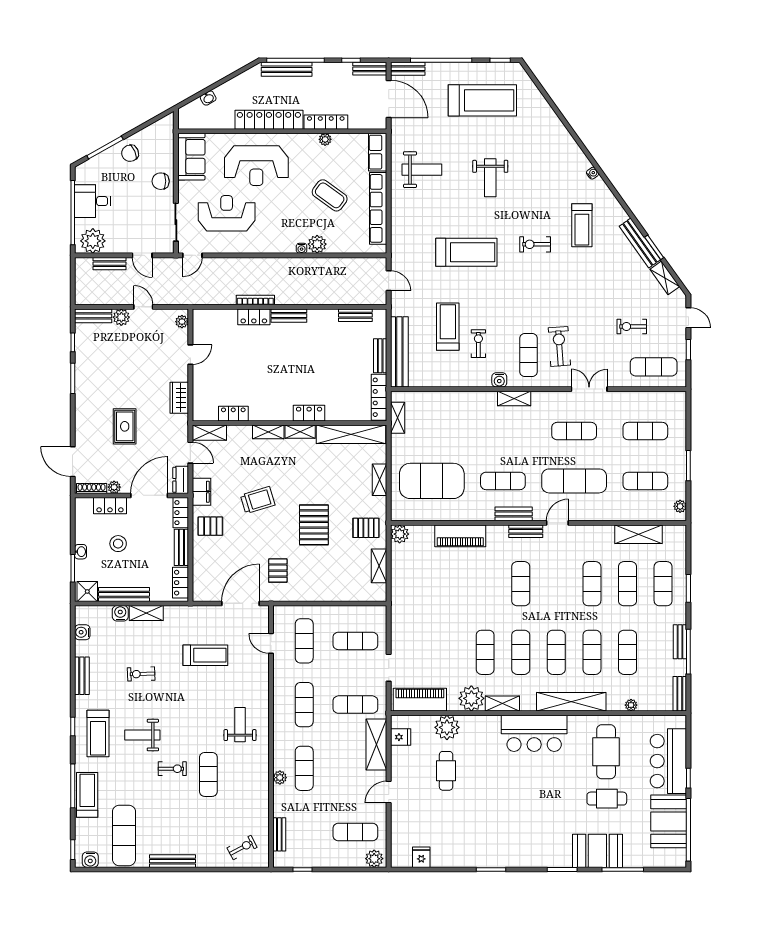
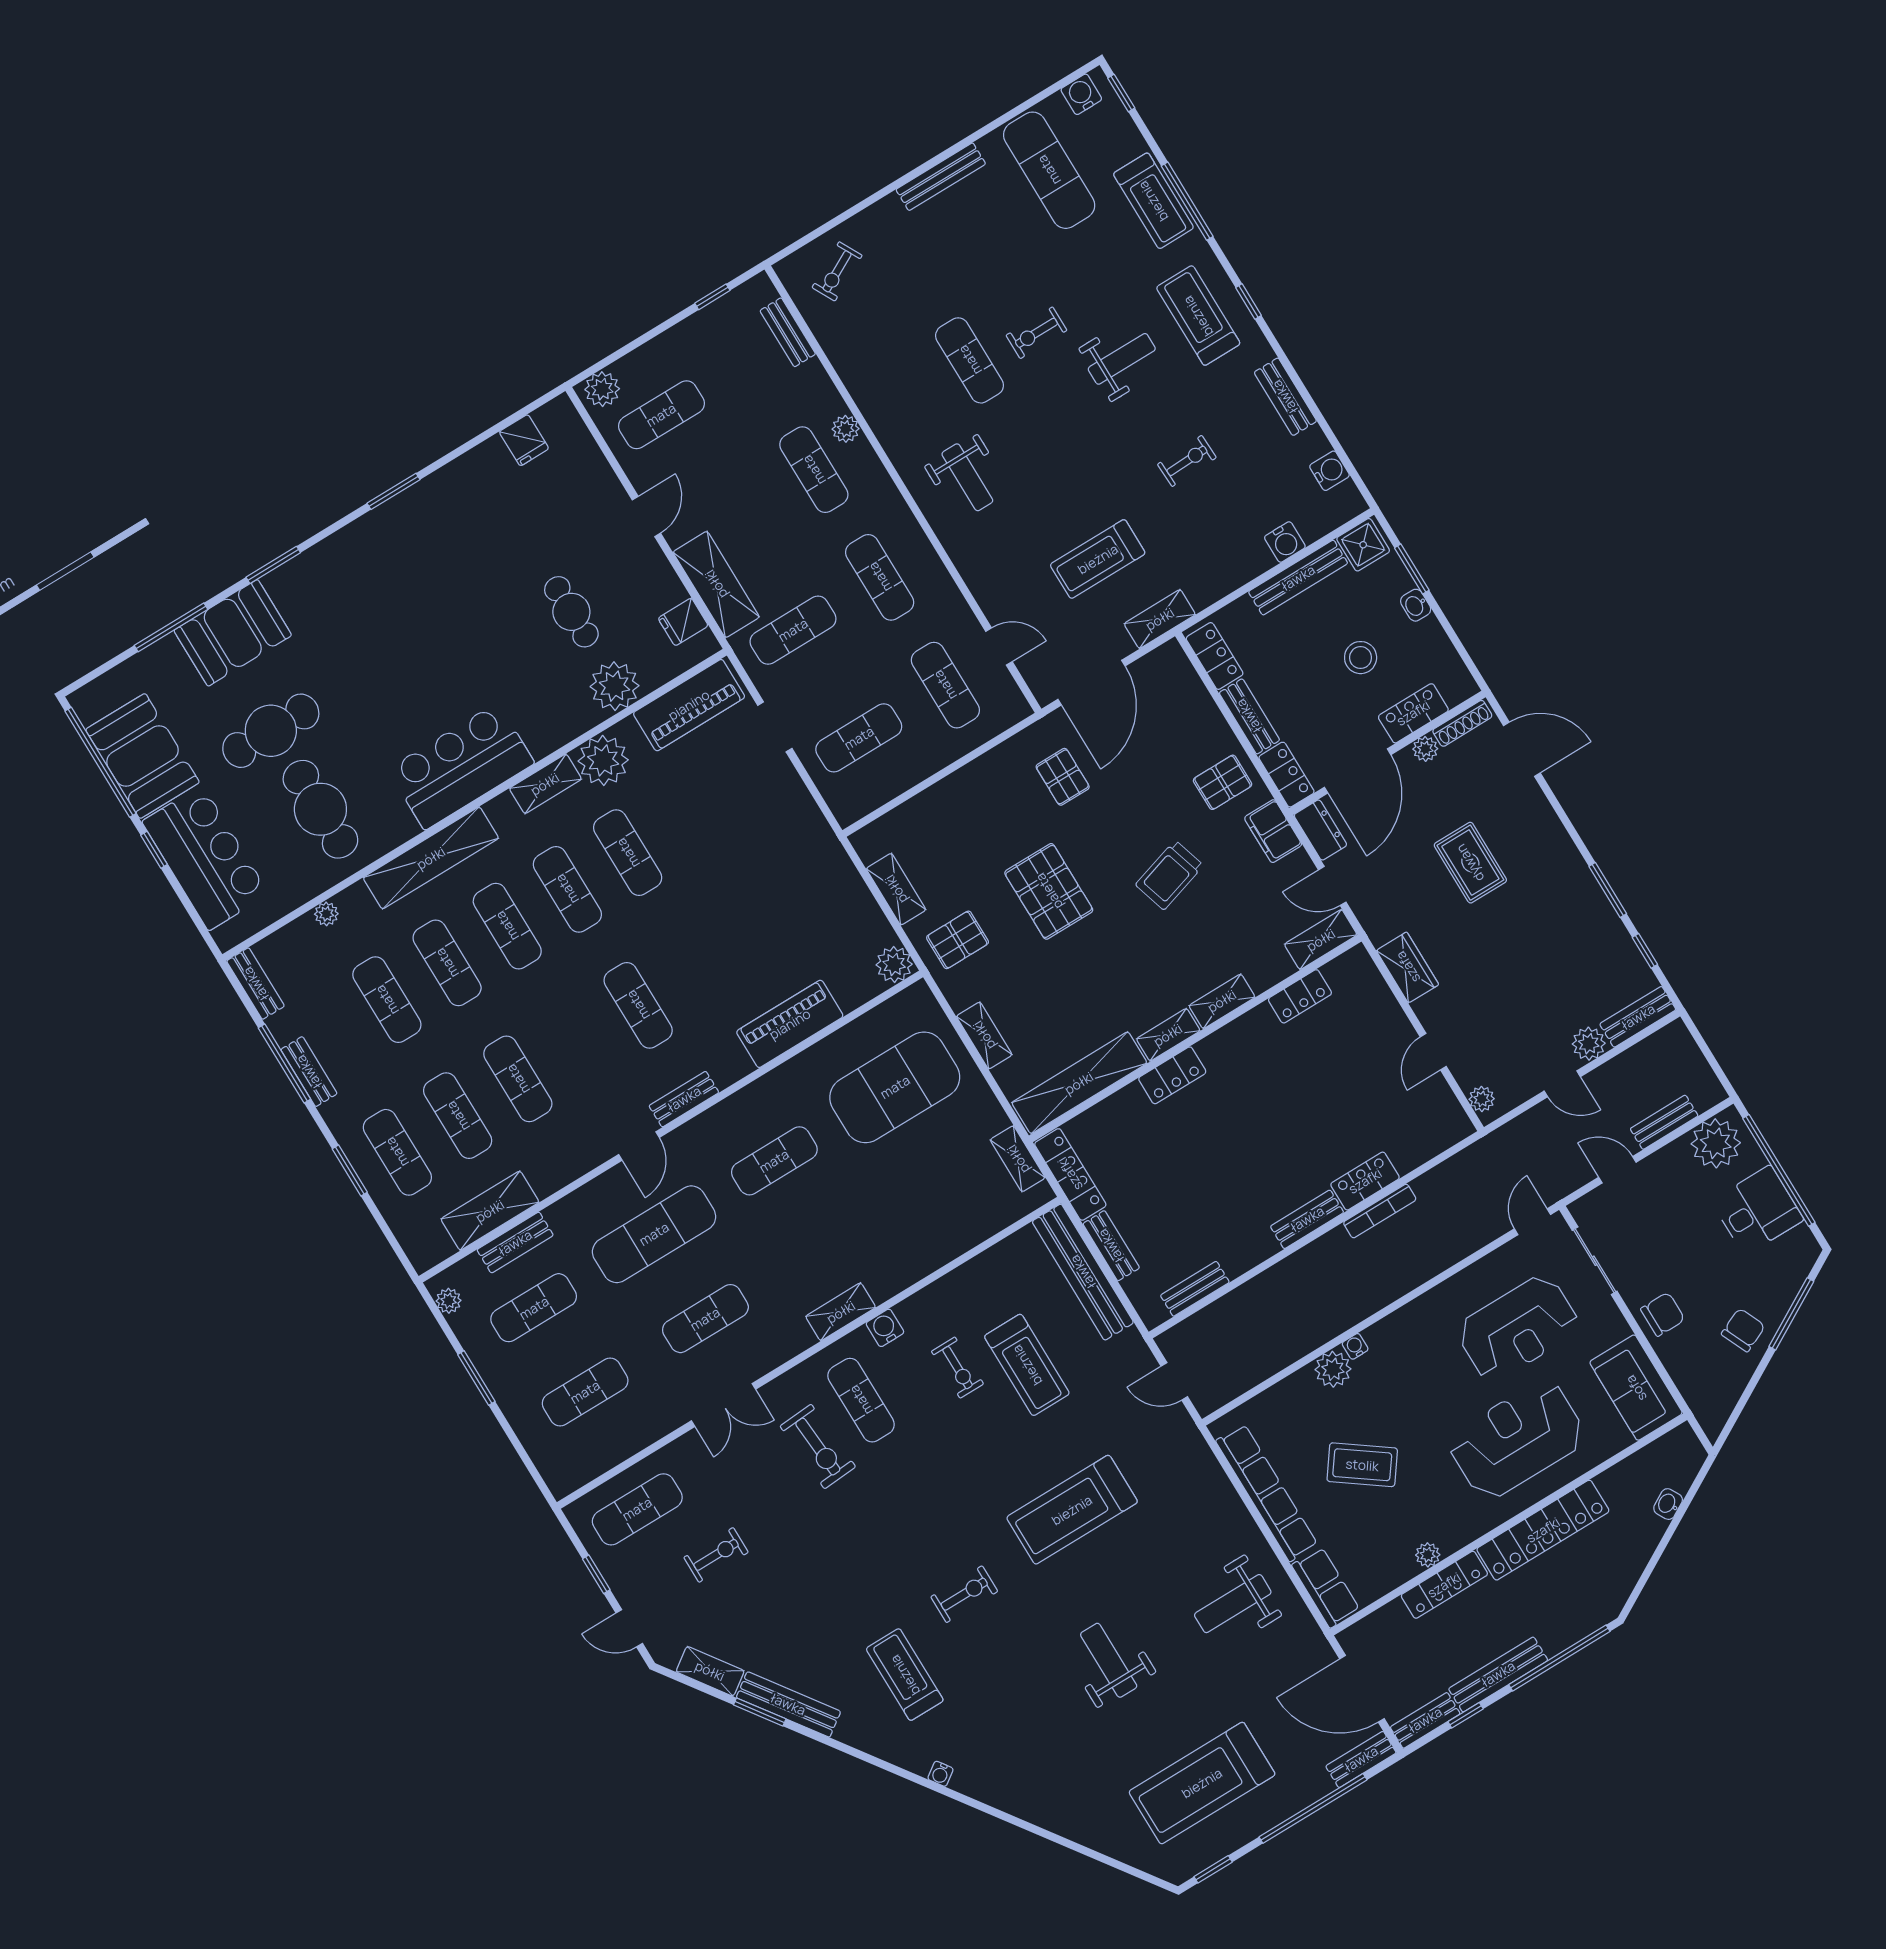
bench: (287, 69) -> (1498, 1674), moved
bench: (514, 514) -> (515, 1243), moved
shelving: (146, 613) -> (1160, 619), moved
cafe table: (607, 799) -> (271, 731), width x1.37, depth x1.35

